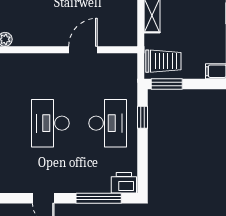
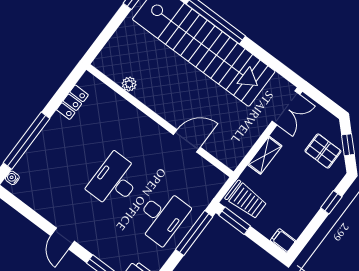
window: (142, 117) -> (194, 233), width x2.17

